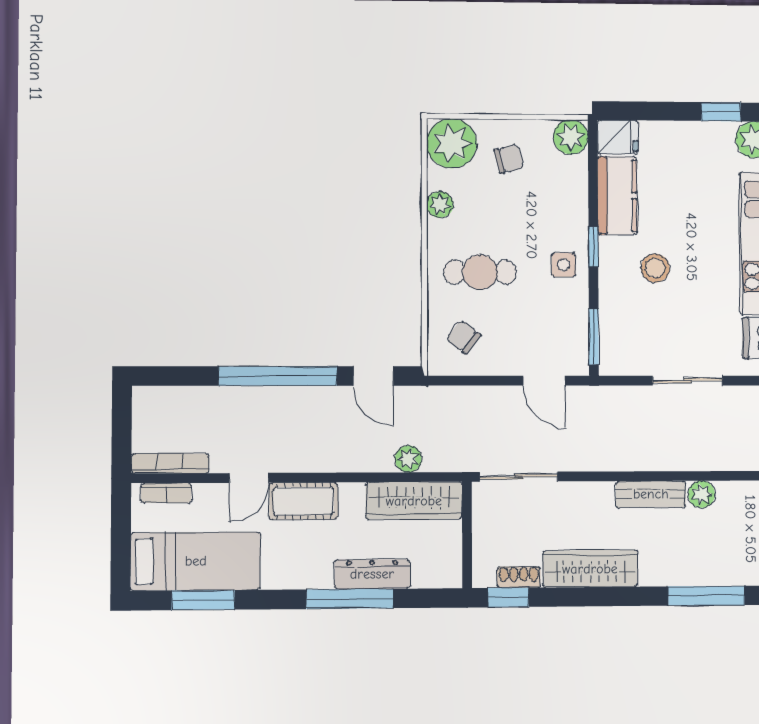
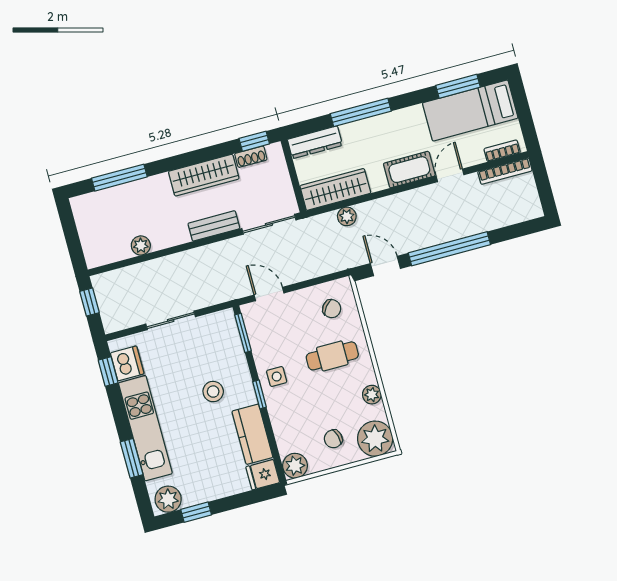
bench: (651, 494) -> (214, 226), moved
dresser: (372, 574) -> (315, 142), moved

